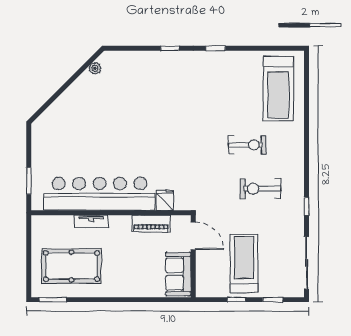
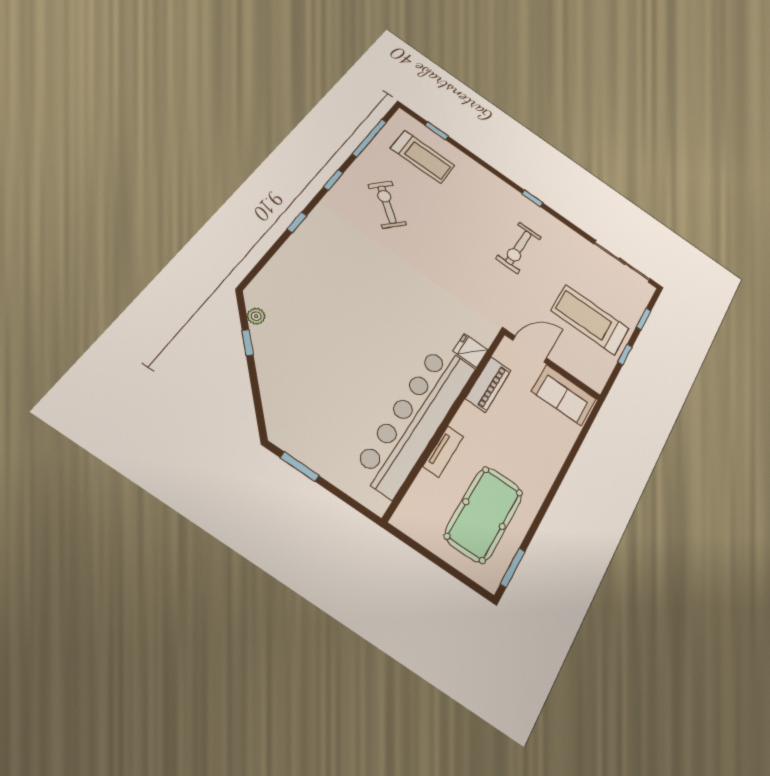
window: (264, 48) -> (369, 138), added
window: (76, 75) -> (248, 343), added
window: (306, 84) -> (436, 131), added
treadmill: (278, 89) -> (423, 157), width x0.73, depth x0.73
exercise bike: (247, 145) -> (387, 205), moved, turned -50
window: (29, 181) -> (300, 467), moved
window: (306, 206) -> (532, 198), moved

